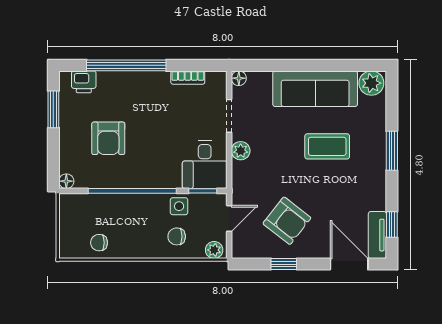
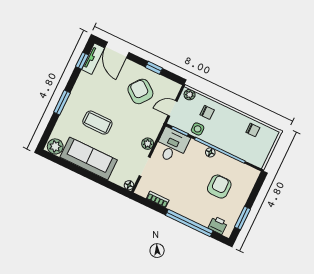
floor lamp: (66, 181) -> (210, 152), moved

